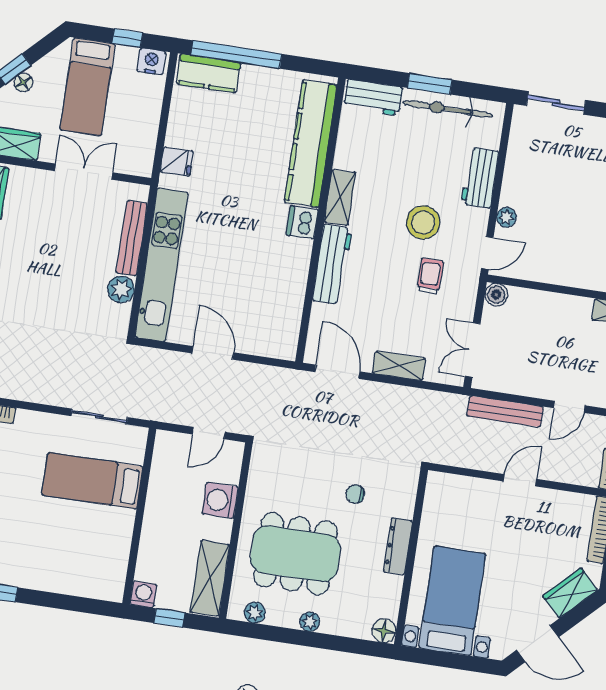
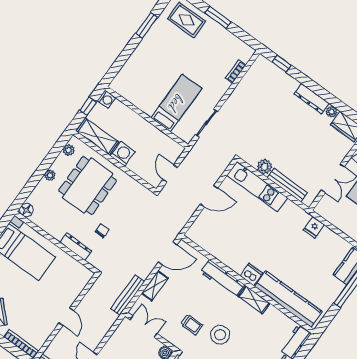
kitchen unit: (162, 265) -> (257, 187), width x0.73
bench: (505, 411) -> (128, 295), moved
washing machine: (220, 500) -> (123, 154), moved
dresser: (398, 546) -> (76, 247), moved

